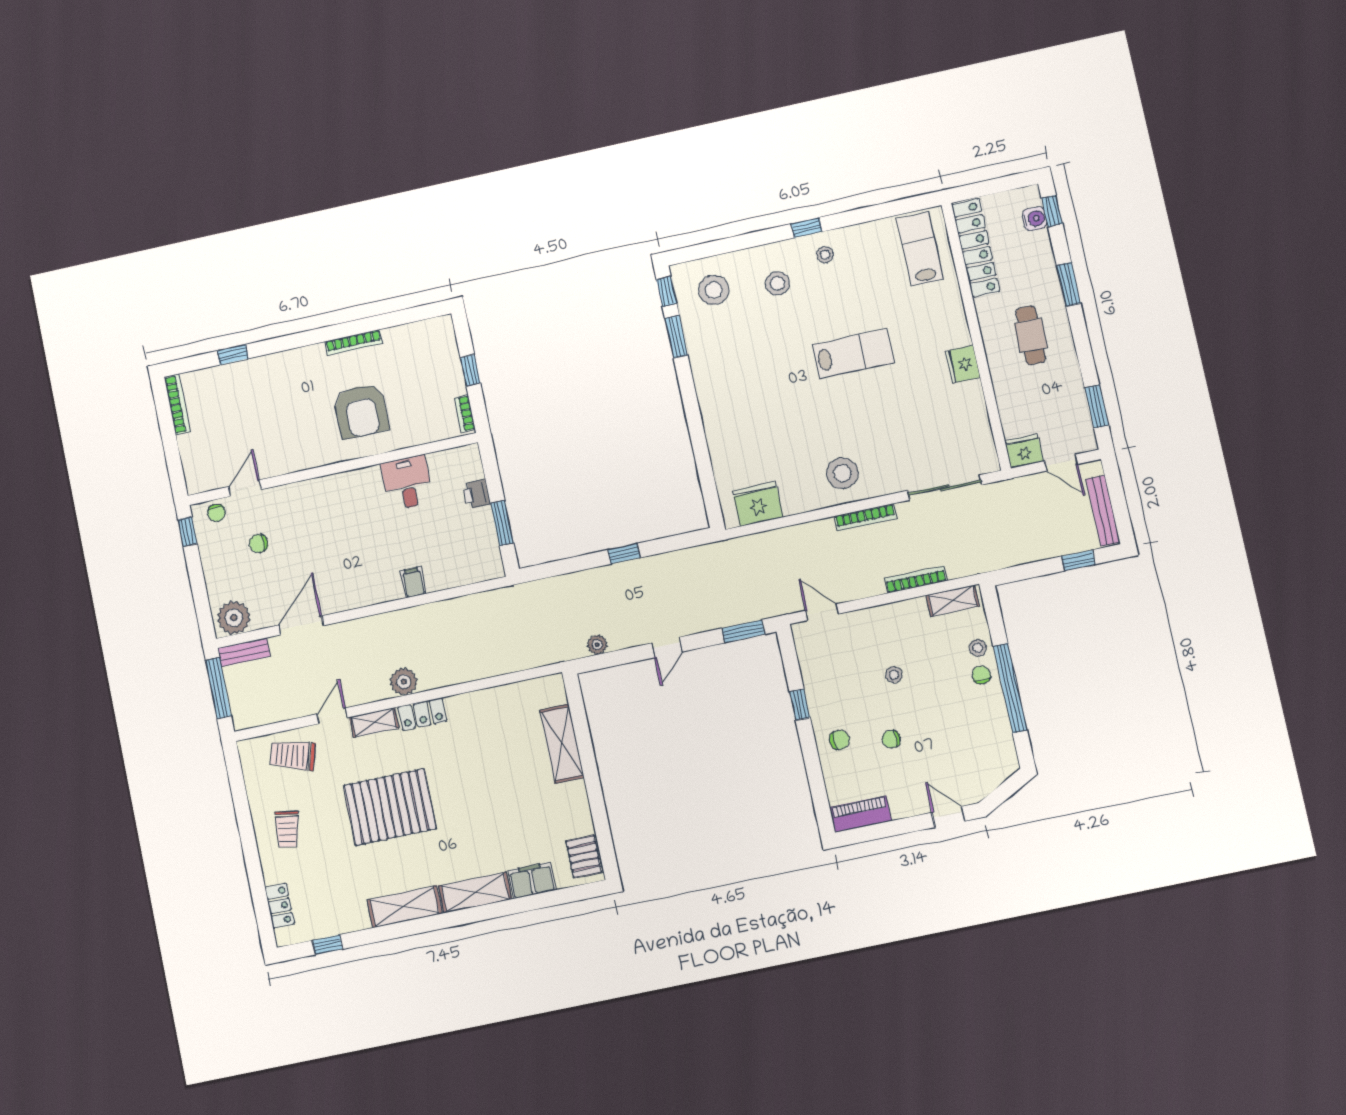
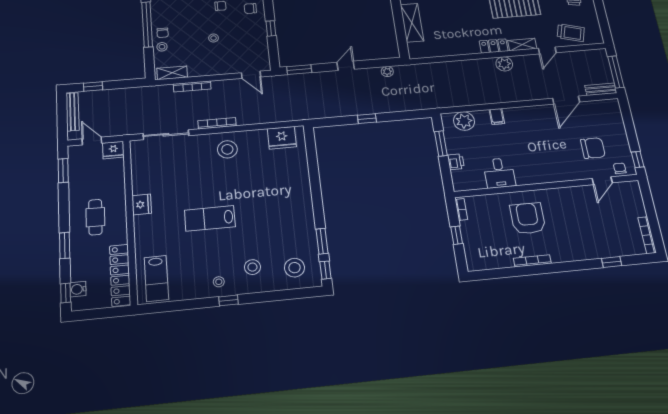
chair: (259, 543) -> (593, 148), width x1.87, depth x1.87
plant: (234, 618) -> (464, 121), moved

